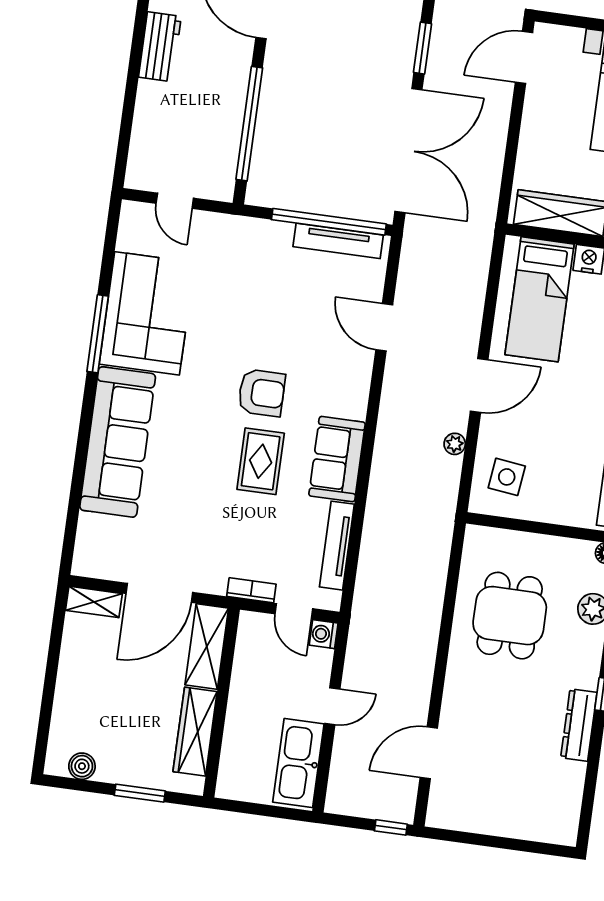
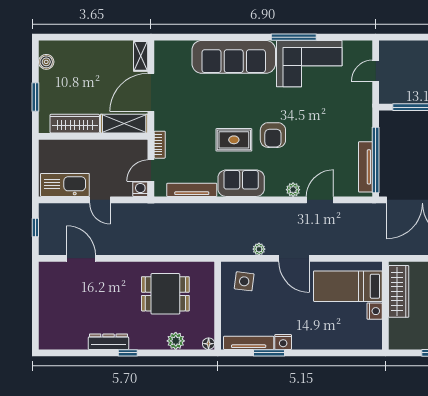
plant: (360, 371) -> (293, 190), added
door: (159, 593) -> (151, 92), hinge flipped
window: (391, 827) -> (35, 227), moved

